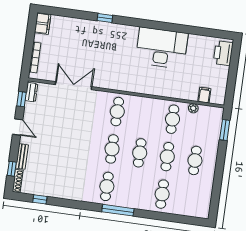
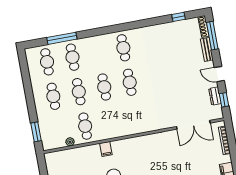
double door: (74, 86) -> (193, 125), moved
dresser: (31, 92) -> (215, 96), moved
filing cabinet: (204, 95) -> (106, 149), moved
cafe table: (117, 112) -> (47, 62), moved
window: (12, 169) -> (212, 36), width x2.17
window: (118, 210) -> (62, 38), moved

